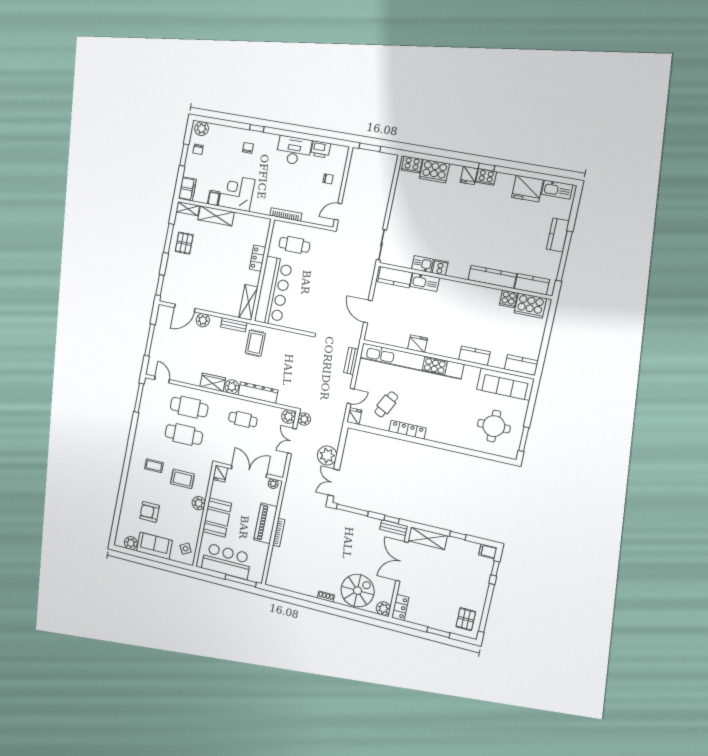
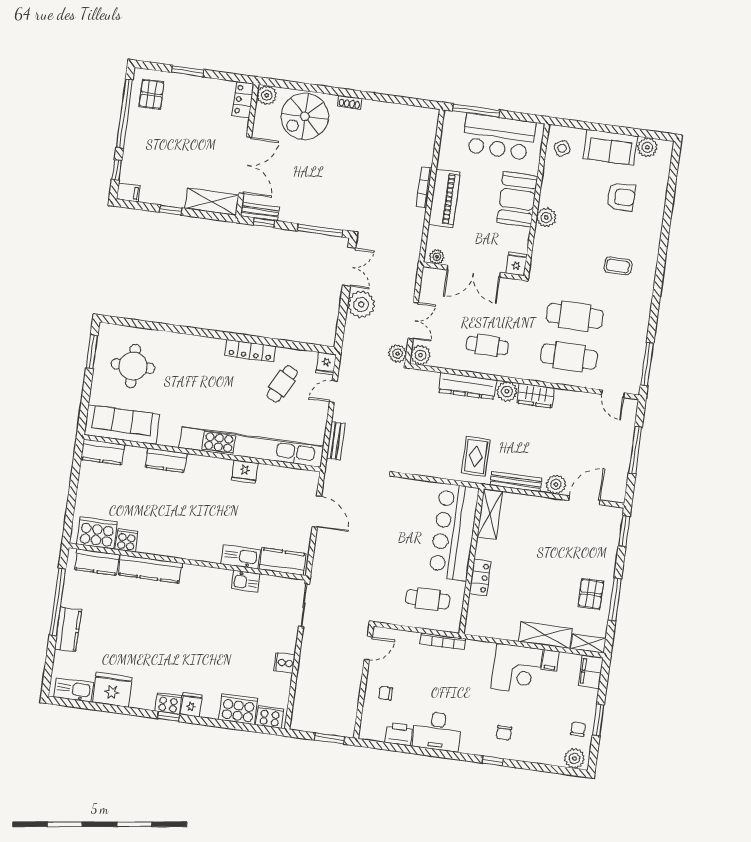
cooker: (440, 267) -> (284, 663), moved, turned 90
bench: (234, 325) -> (516, 482), width x1.36
rug: (182, 479) -> (573, 251), removed

